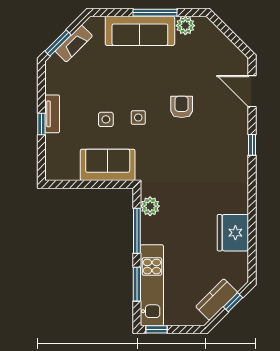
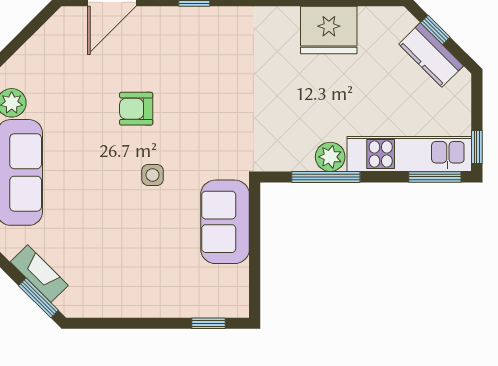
tv unit: (52, 114) -> (147, 307), removed
side table: (106, 119) -> (155, 224), removed
window: (41, 124) -> (208, 323), moved
plant: (150, 206) -> (330, 157), moved
window: (137, 284) -> (435, 177), moved

